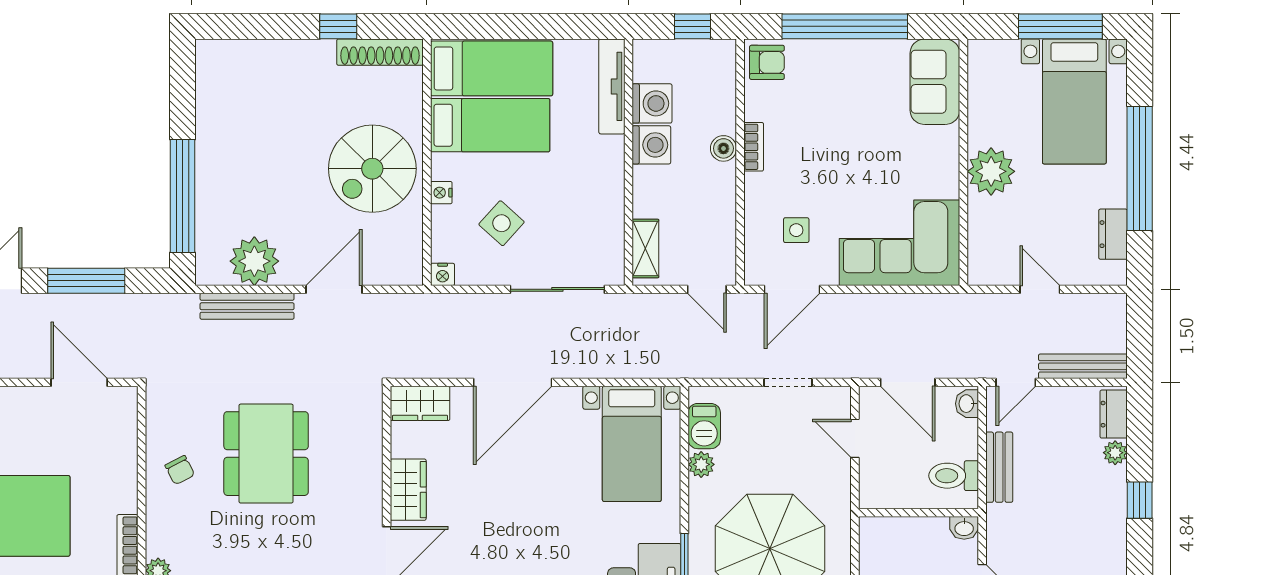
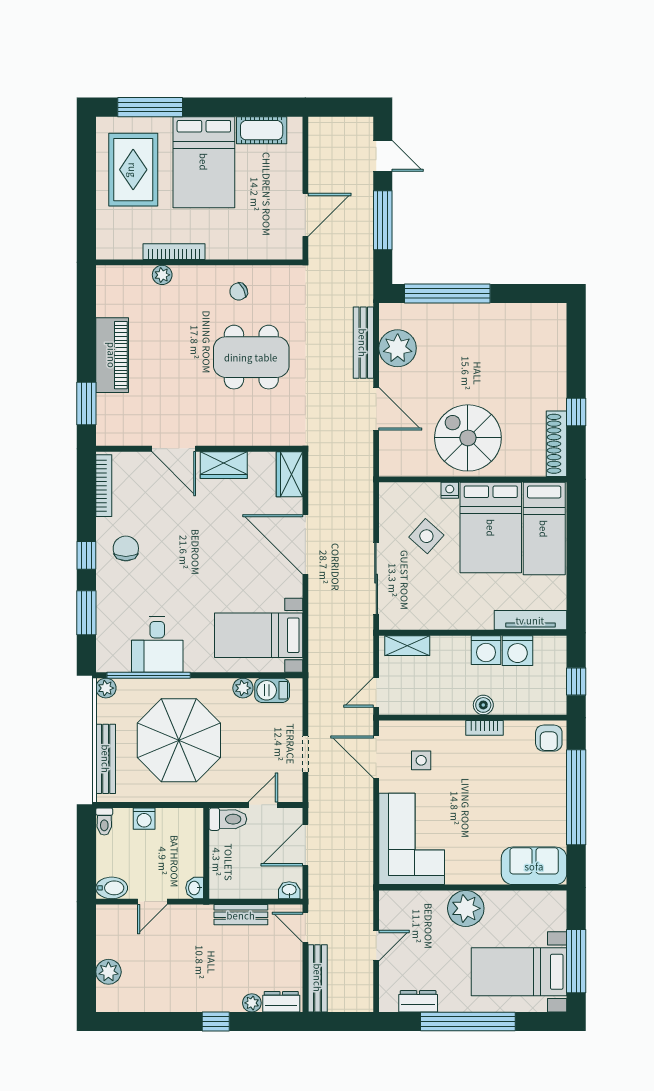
bed: (490, 125) -> (491, 528), width x1.50
nightstand: (443, 274) -> (387, 491), removed
toilet: (954, 476) -> (228, 819), moved, turned 90

